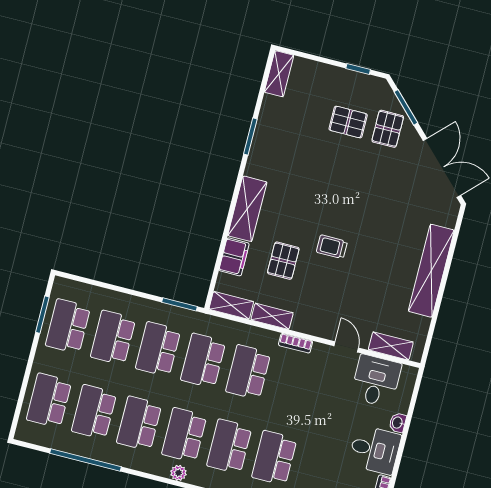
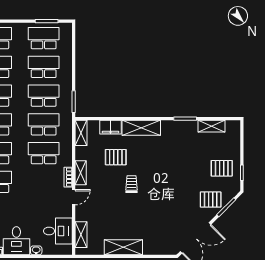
shelving: (279, 74) -> (212, 126), moved
pallet: (348, 122) -> (222, 168), moved, turned 90
shelving: (431, 271) -> (123, 247), width x0.68
shelving: (272, 316) -> (81, 173), moved
door: (346, 347) -> (74, 197), moved

